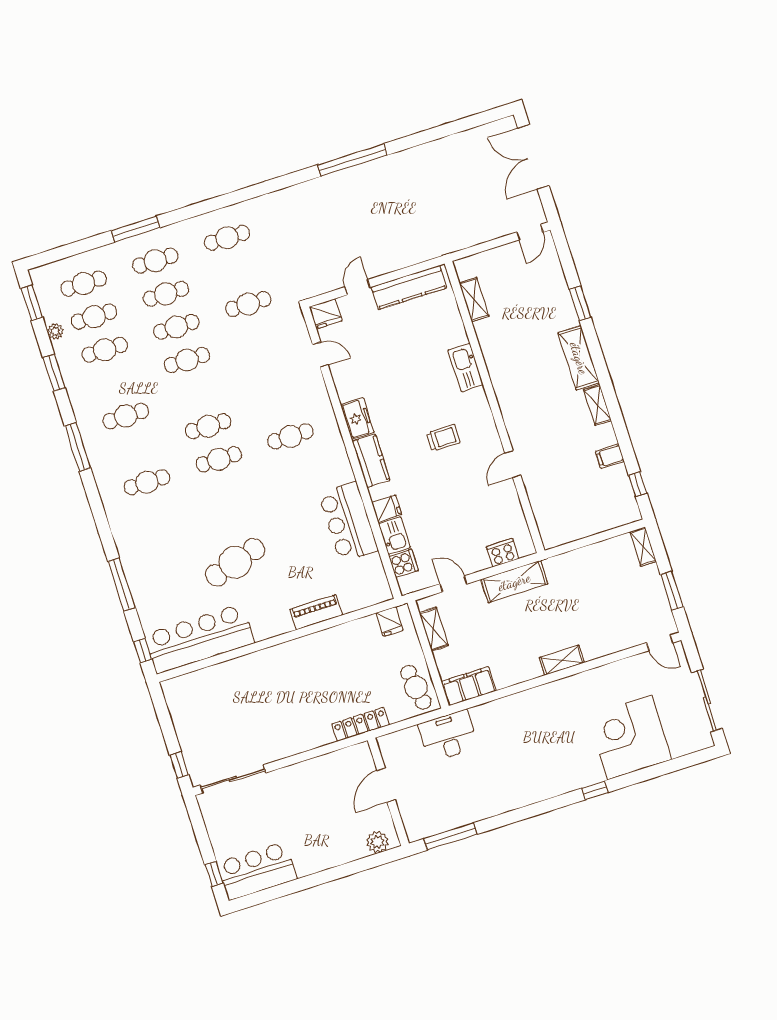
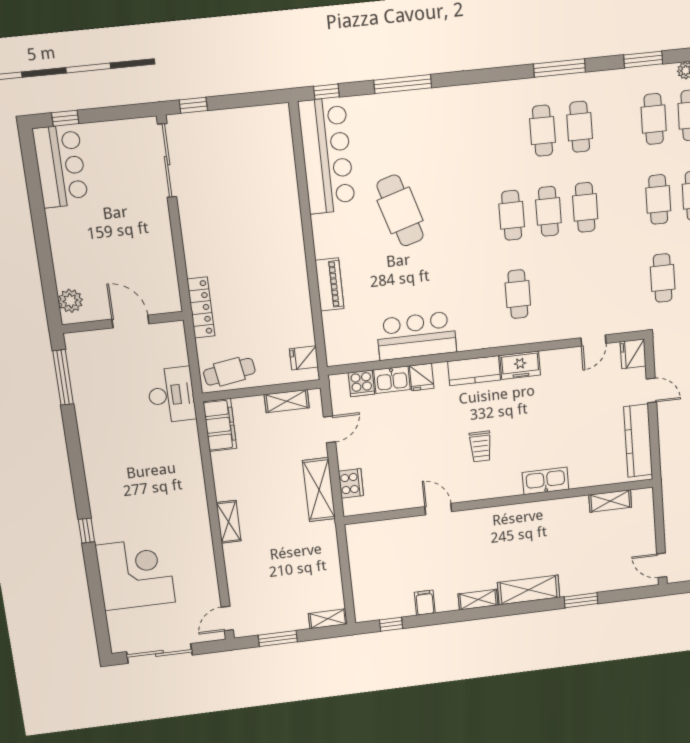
cafe table: (187, 360) -> (585, 207), moved
cafe table: (147, 482) -> (543, 131), moved

